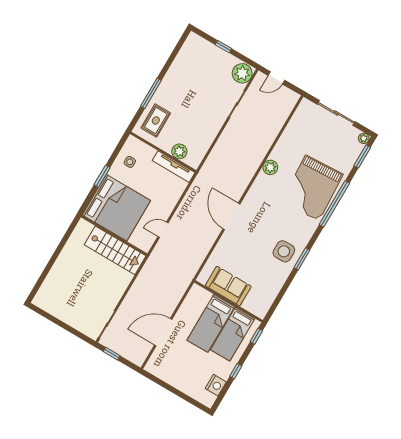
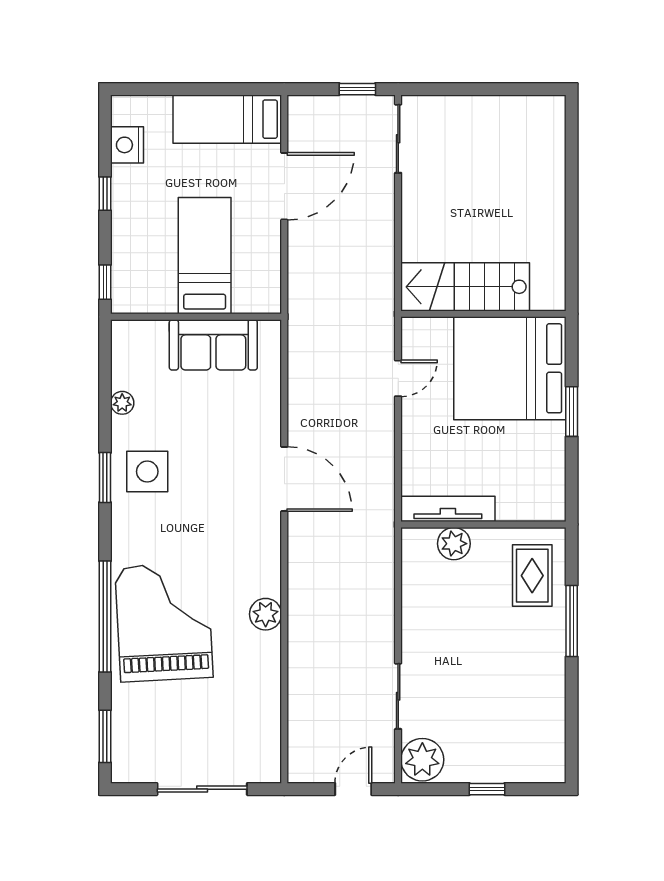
plant: (364, 138) -> (122, 403), moved
side table: (130, 162) -> (535, 469), removed
bed: (233, 334) -> (227, 119), moved, turned -90

